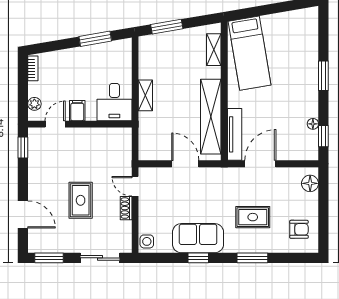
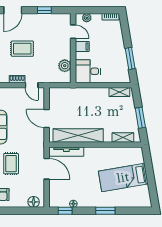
window: (167, 27) -> (140, 118), moved
bed: (250, 53) -> (123, 177), moved
shelving: (145, 95) -> (119, 92), moved
plant: (106, 137) -> (65, 66), added
window: (23, 148) -> (44, 10), moved
door: (185, 164) -> (47, 119), swing flipped
door: (135, 186) -> (32, 85), swing flipped

